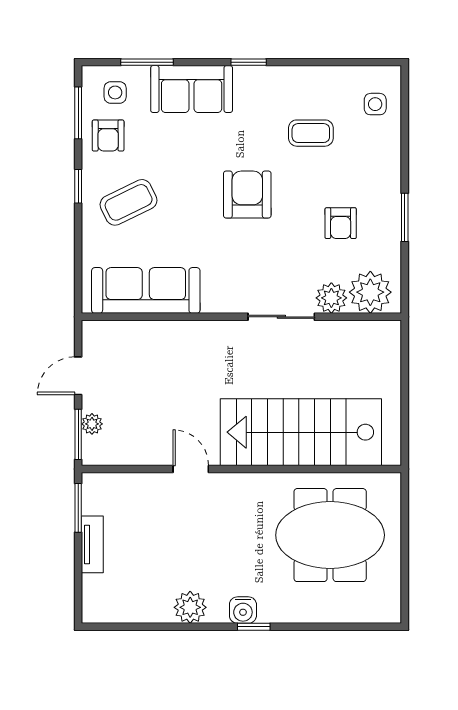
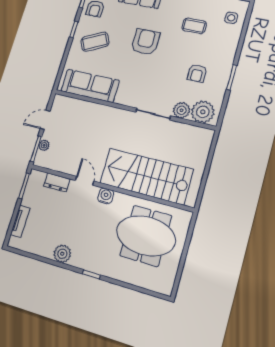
armchair: (247, 195) -> (145, 42), moved
dresser: (139, 485) -> (57, 182), added
tv unit: (92, 544) -> (20, 221), moved
water cooler: (243, 610) -> (106, 196), moved, turned 180

